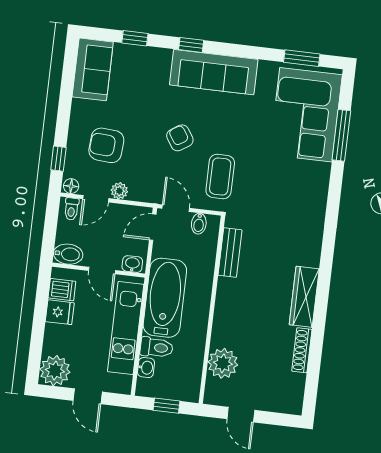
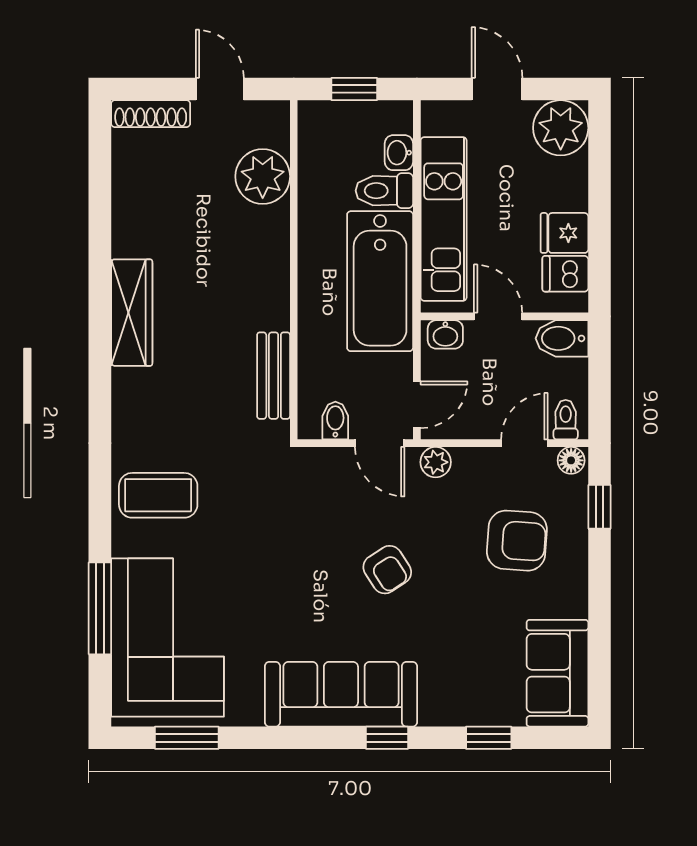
coffee table: (220, 176) -> (158, 495), moved, turned 90
plant: (119, 191) -> (436, 462), moved
shoe rack: (302, 350) -> (151, 114), moved, turned 90

